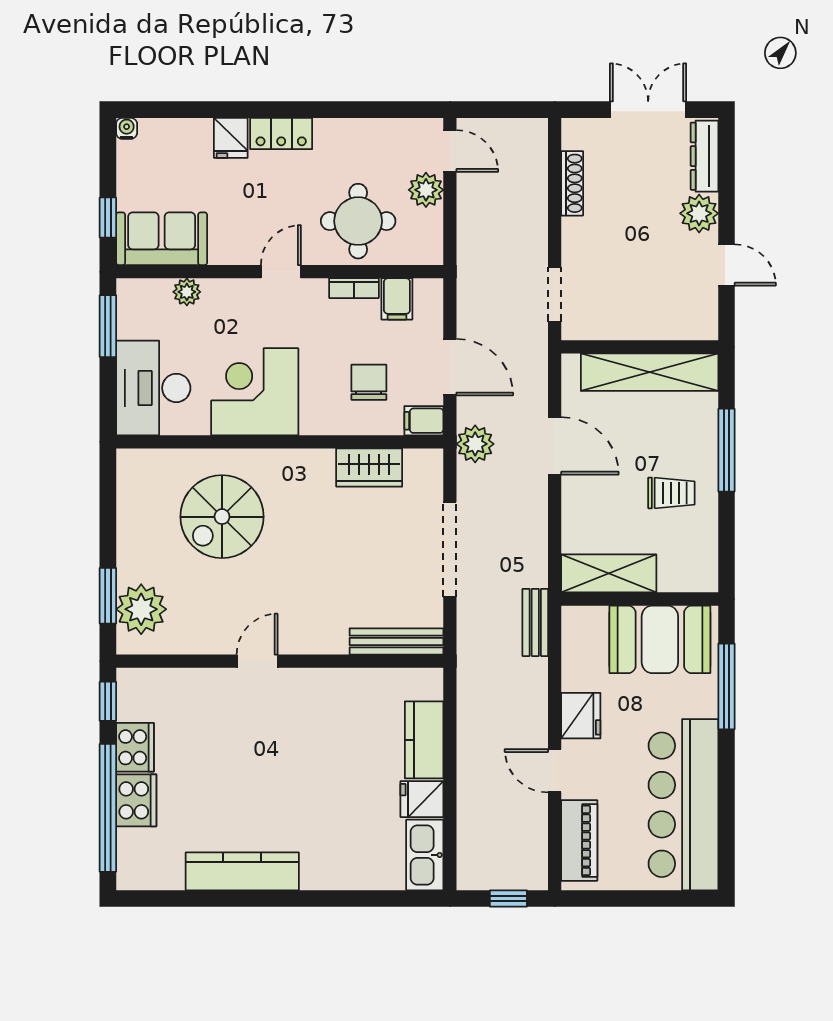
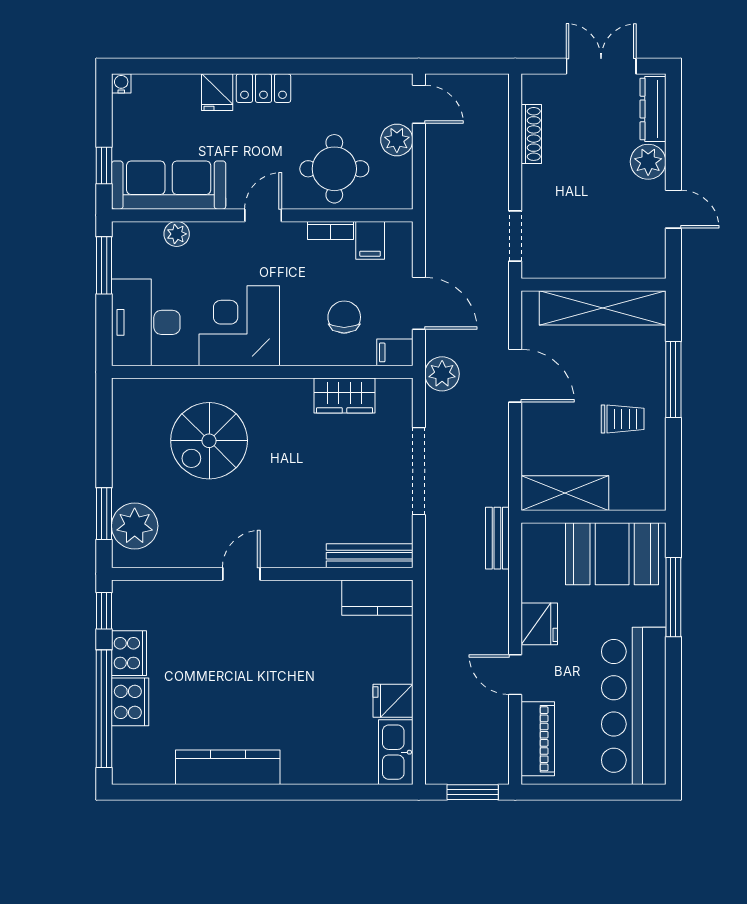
sofa: (162, 239) -> (169, 185), width x1.36
kitchen counter: (424, 740) -> (377, 598), moved, turned -90
window: (508, 898) -> (473, 792), width x1.50

